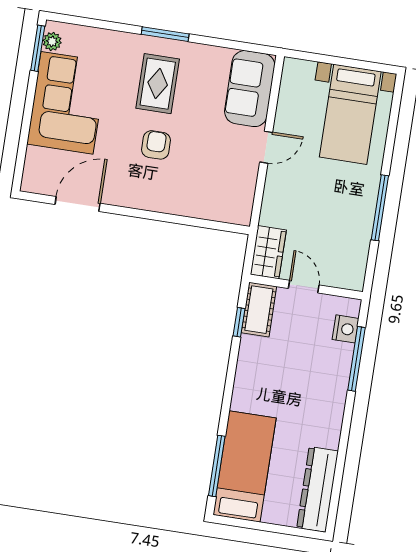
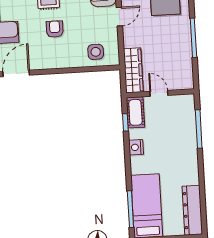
side table: (215, 197) -> (96, 52), added
wardrobe: (268, 252) -> (133, 70), width x1.50
nightstand: (346, 329) -> (136, 147), moved, turned 180

